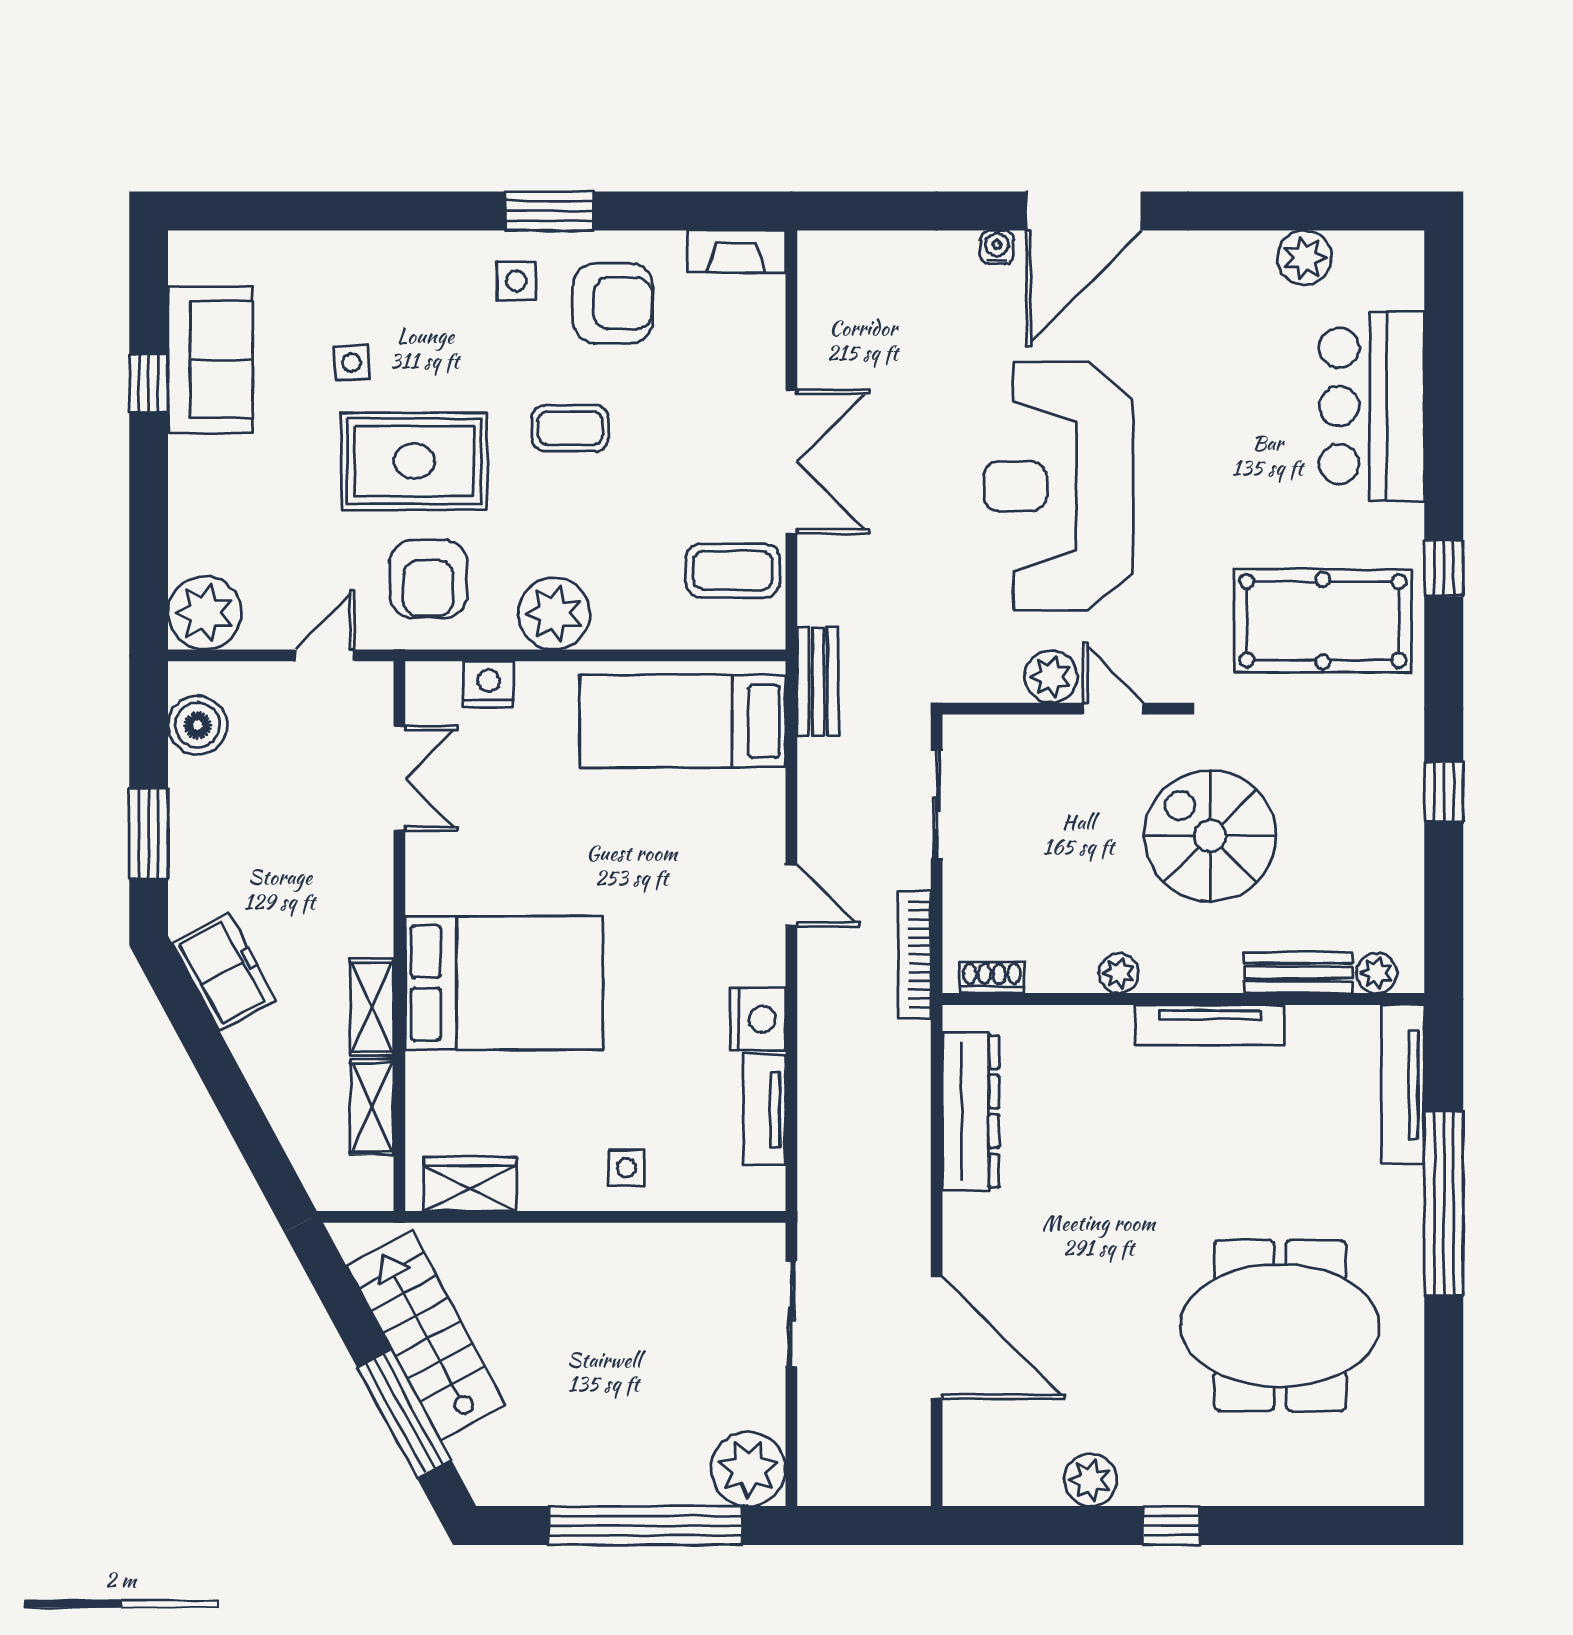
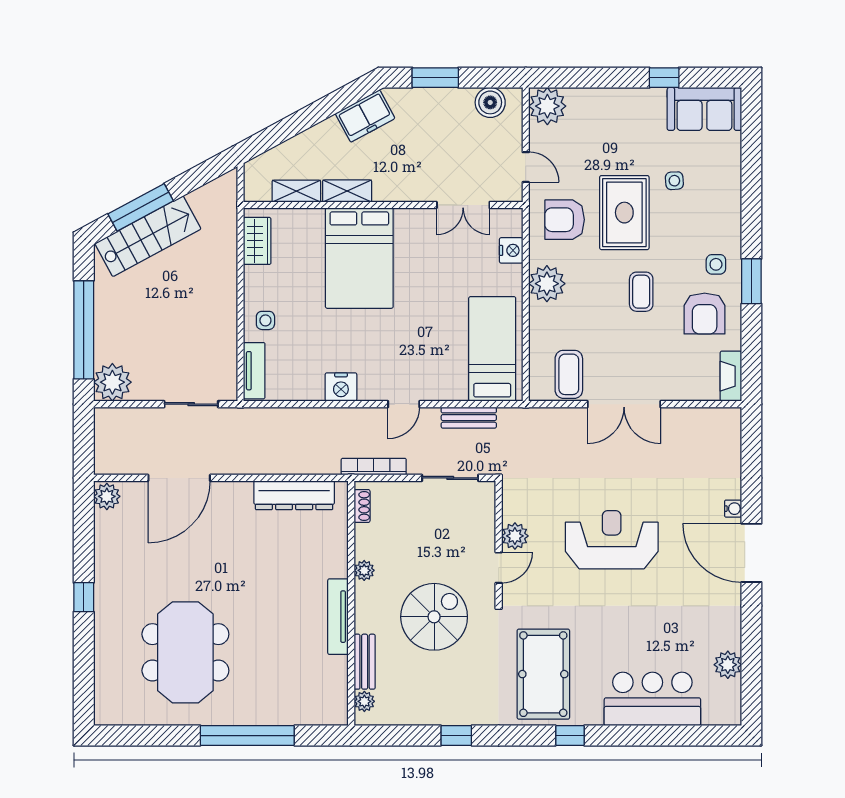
sofa: (210, 360) -> (704, 109), moved
reception desk: (1058, 486) -> (612, 540), width x0.74, depth x0.77
bench: (818, 682) -> (469, 418), moved
tv unit: (1403, 1084) -> (308, 715), removed
tv unit: (764, 1109) -> (254, 371), moved, turned 90
stairs: (426, 1335) -> (148, 236), moved
plant: (1090, 1480) -> (107, 496), moved

